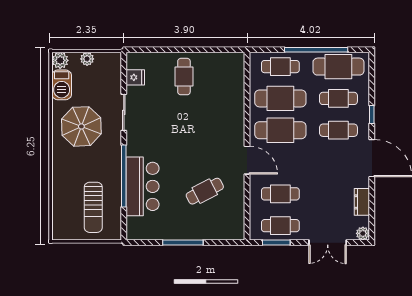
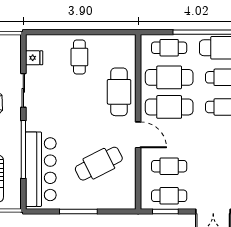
cafe table: (227, 114) -> (119, 92), added
bar counter: (142, 186) -> (41, 169), width x1.36
cafe table: (205, 191) -> (99, 164), width x1.37, depth x1.35

